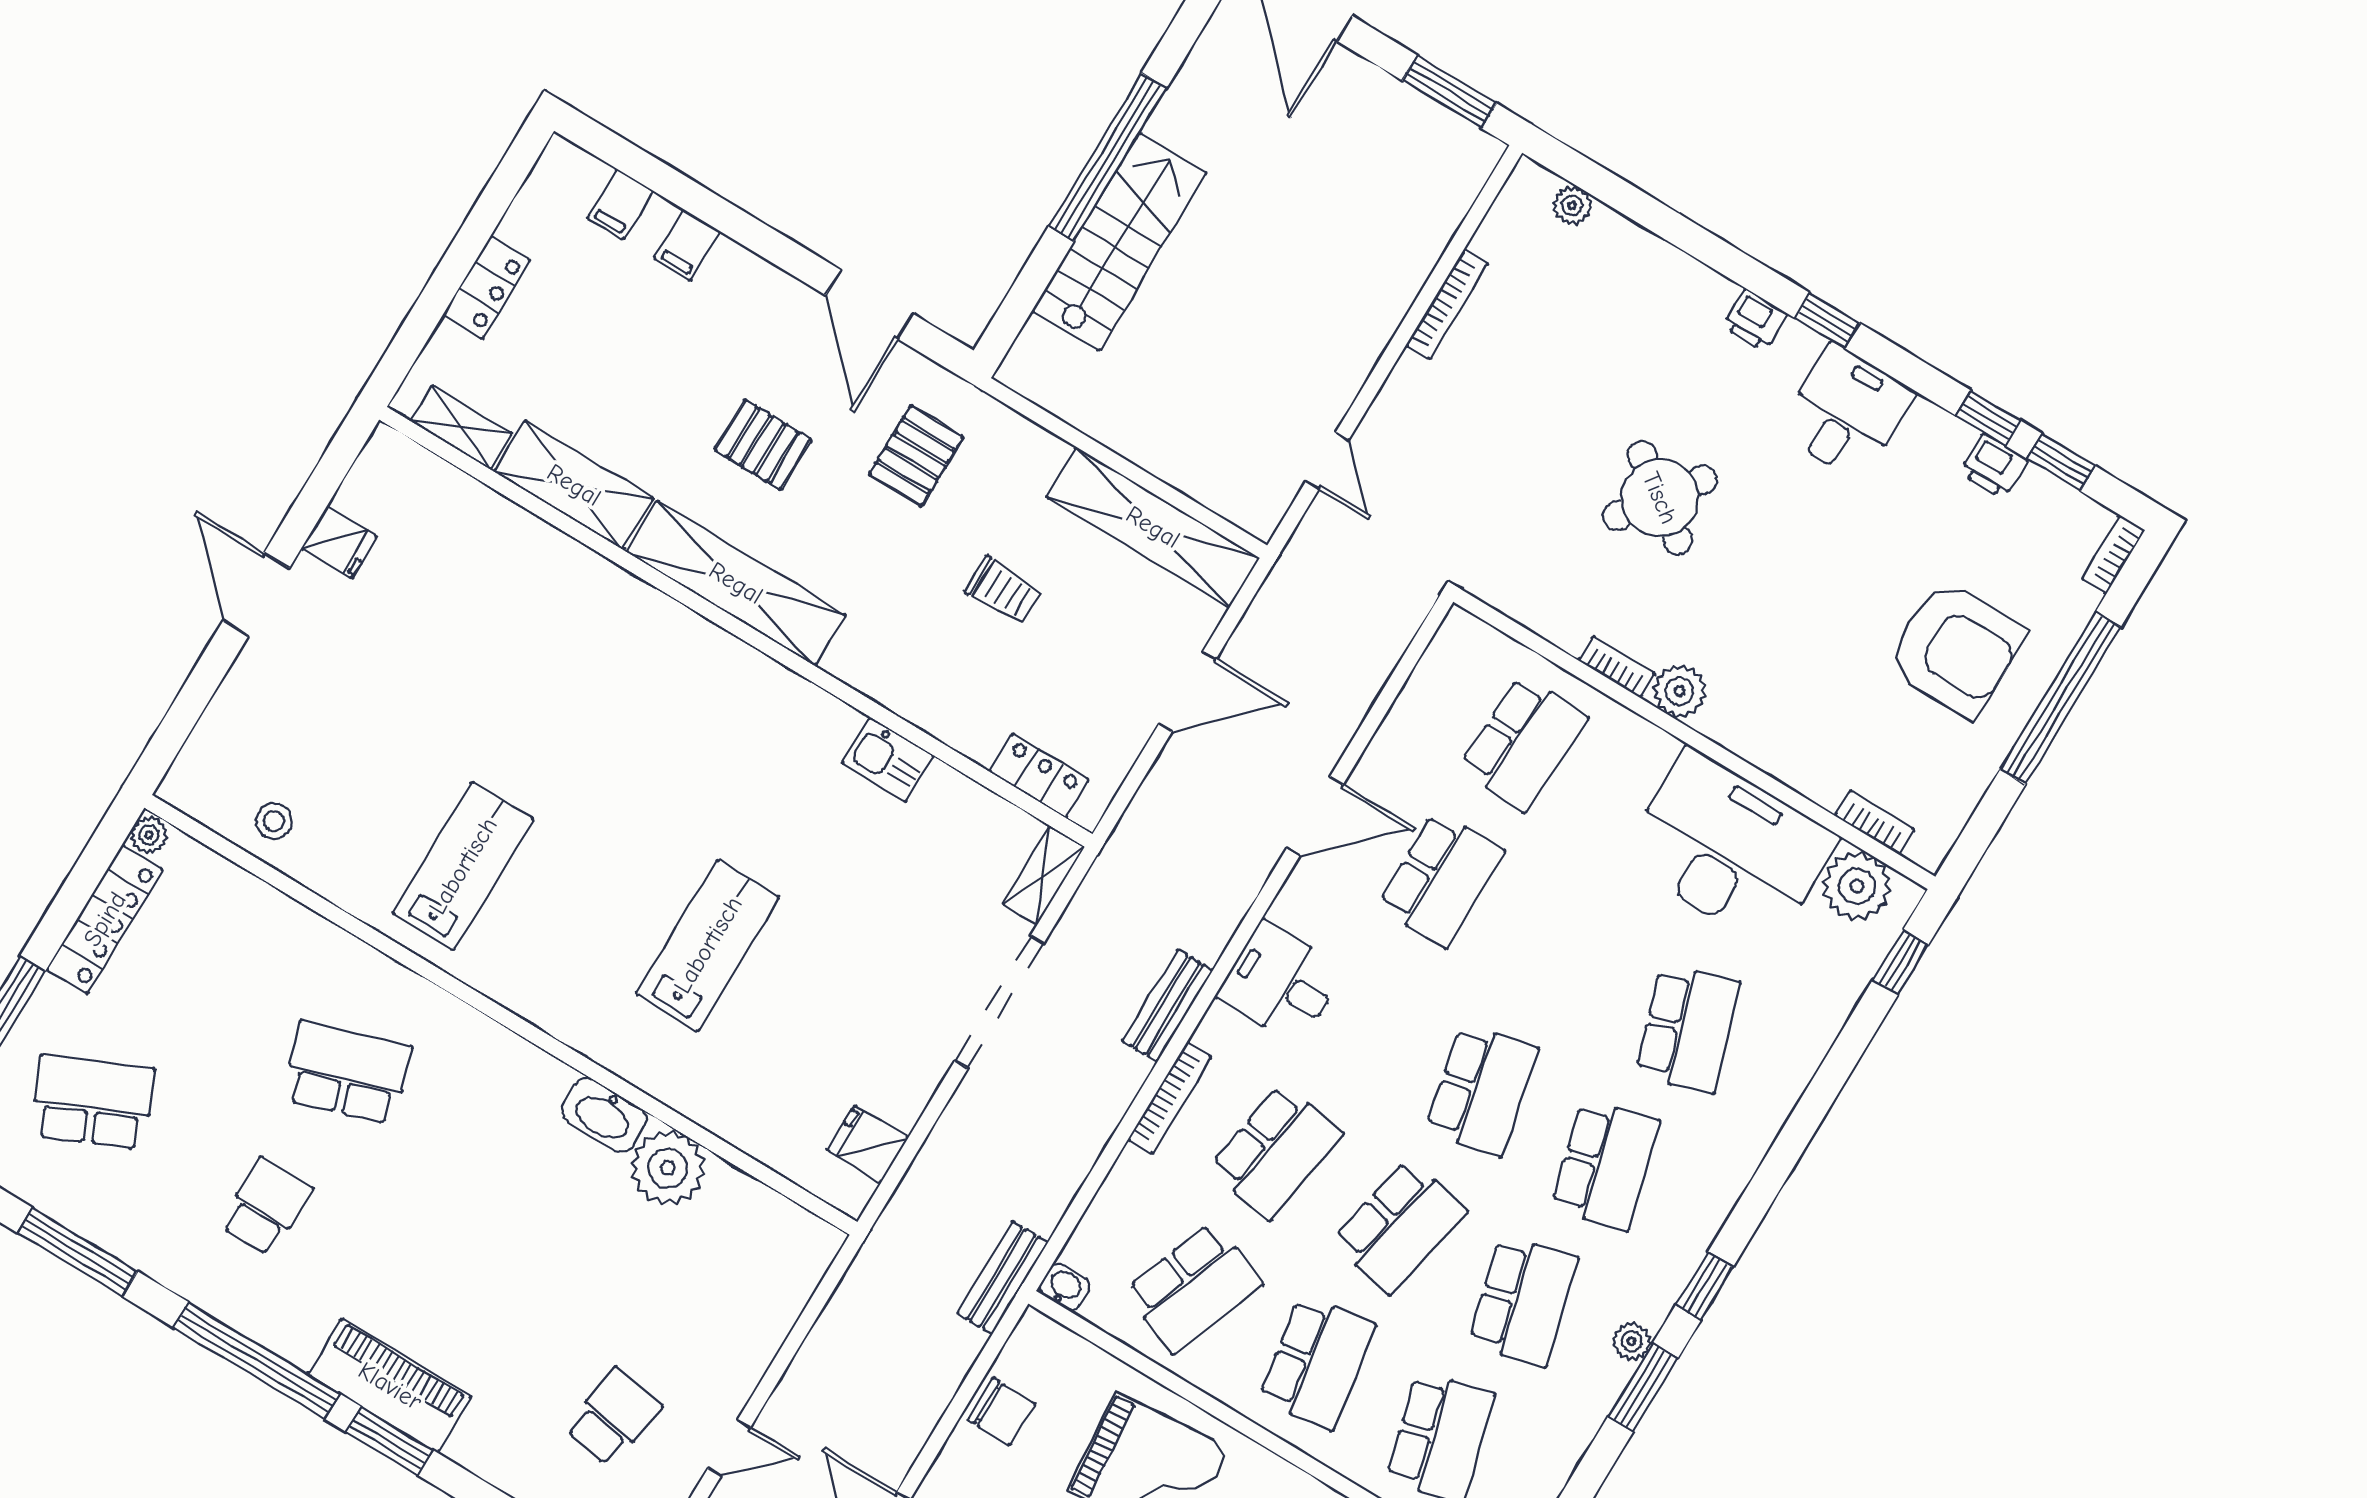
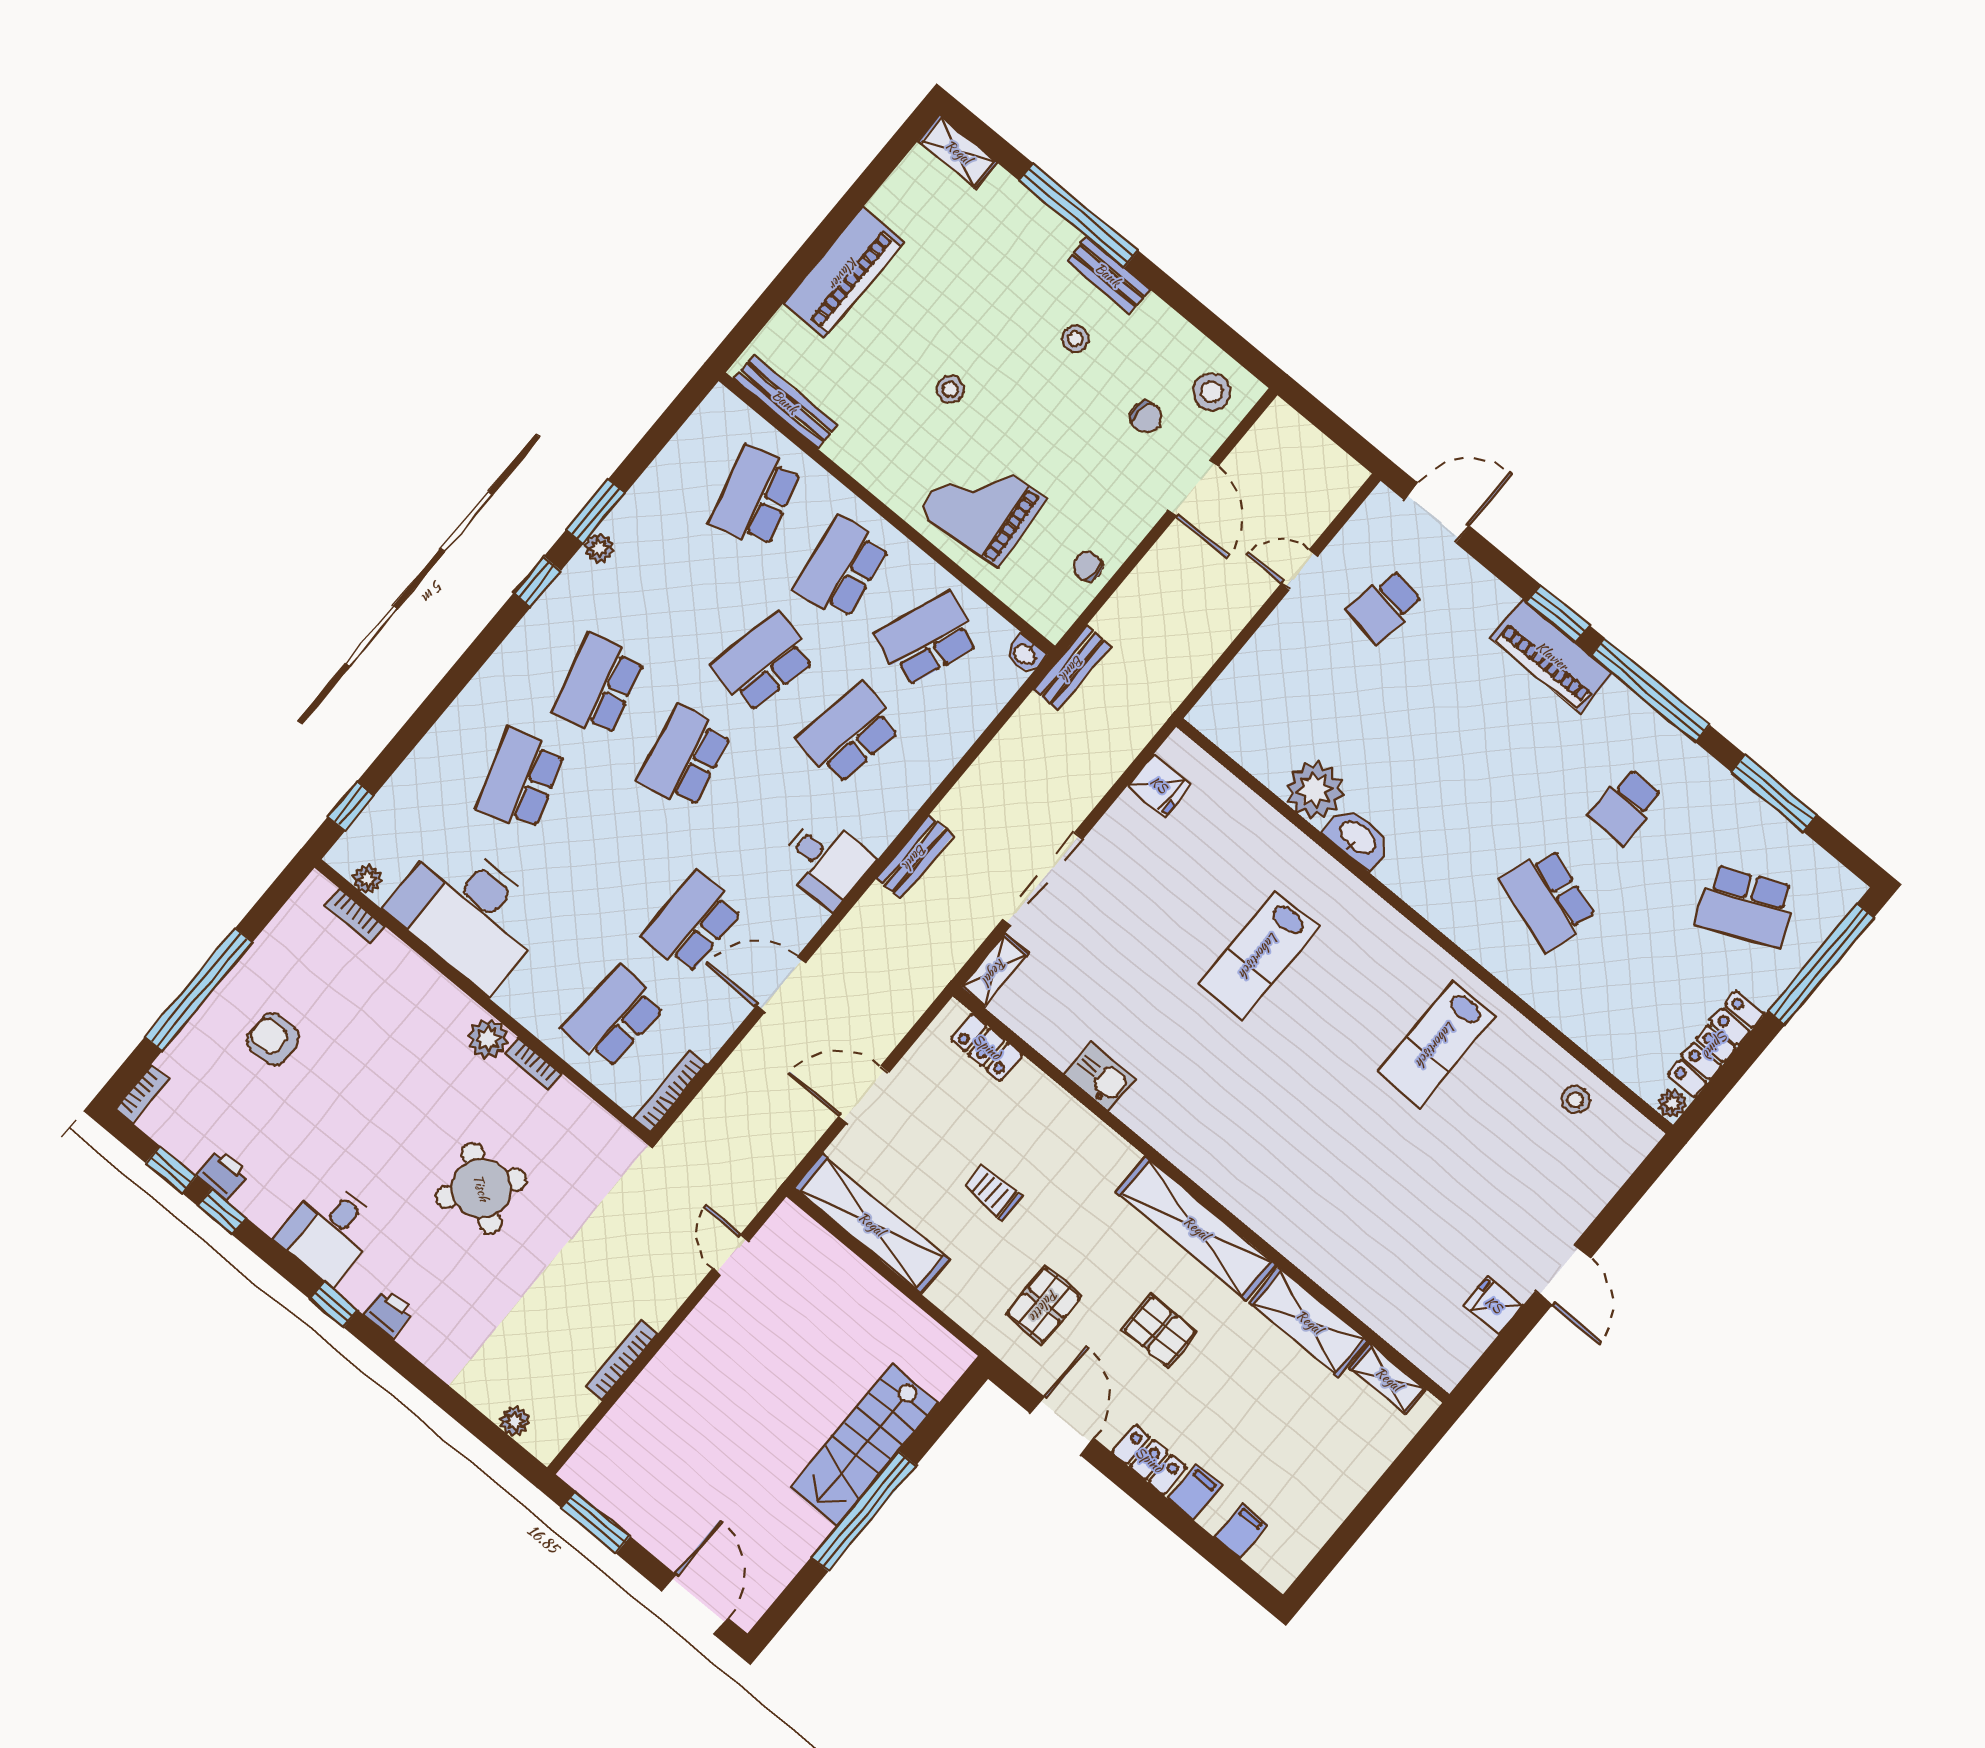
locker: (487, 287) -> (1149, 1460), moved, turned 90
armchair: (1955, 649) -> (273, 1039), width x0.53, depth x0.53
plant: (1857, 886) -> (367, 879), width x0.53, depth x0.53
school desk: (347, 1073) -> (1548, 899), turned 36
bookcase: (1170, 1098) -> (670, 1091), moved
school desk: (1523, 1301) -> (677, 591), removed
chair: (1001, 1412) -> (1088, 566), width x0.73, depth x0.73

